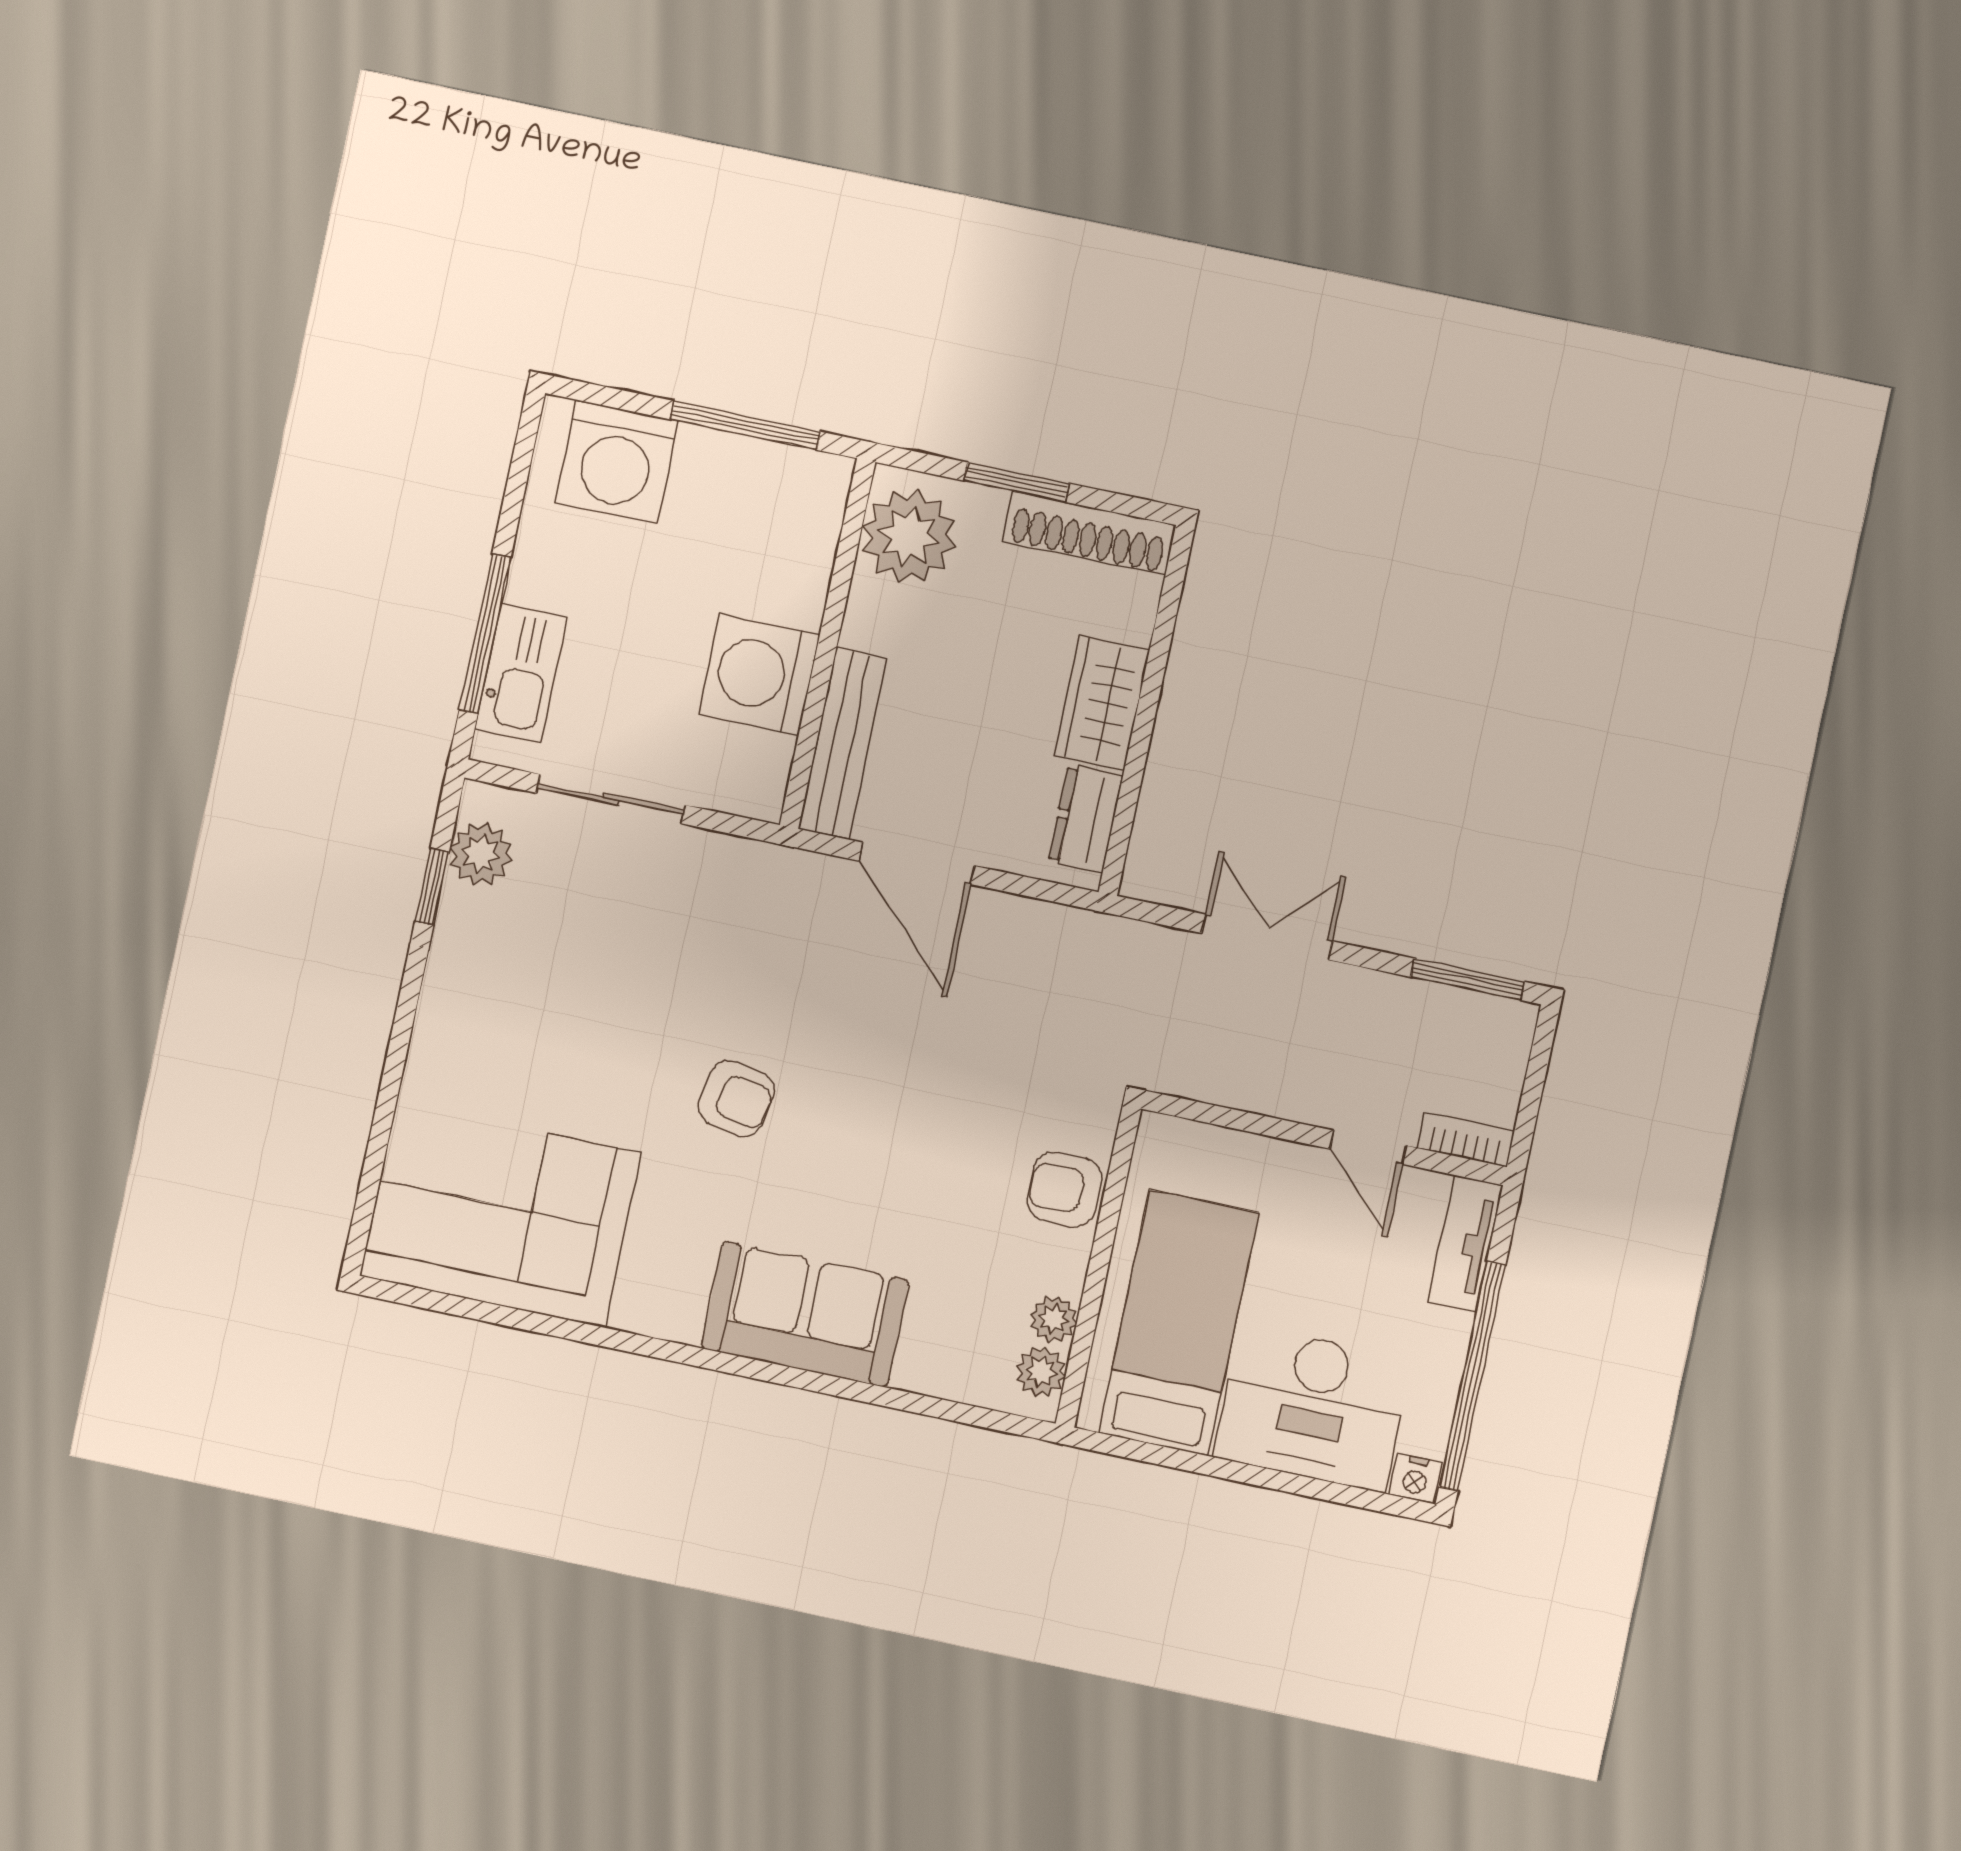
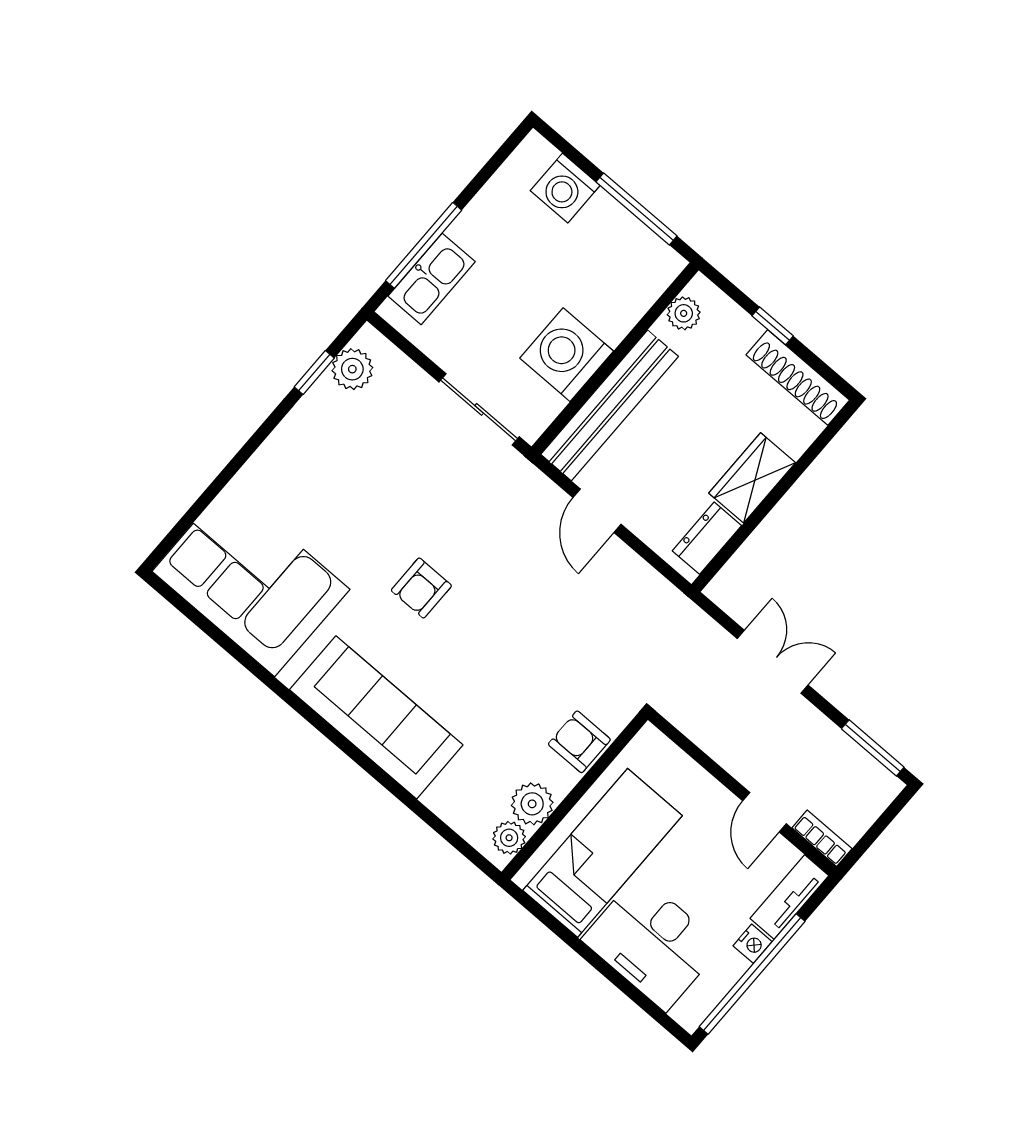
washing machine: (617, 462) -> (565, 188), width x0.73, depth x0.73
window: (1017, 482) -> (773, 326), width x0.67
plant: (909, 536) -> (684, 313), width x0.53, depth x0.53
bench: (843, 744) -> (610, 405), width x1.37, depth x1.21
sliding door: (611, 799) -> (479, 409), moved
door: (917, 863) -> (597, 511), width x0.73
armchair: (736, 1099) -> (421, 588), turned 78
sofa: (805, 1314) -> (376, 717), width x1.36
plant: (1054, 1319) -> (532, 804), width x1.38, depth x1.38
nightstand: (1415, 1479) -> (752, 944), moved, turned -90

